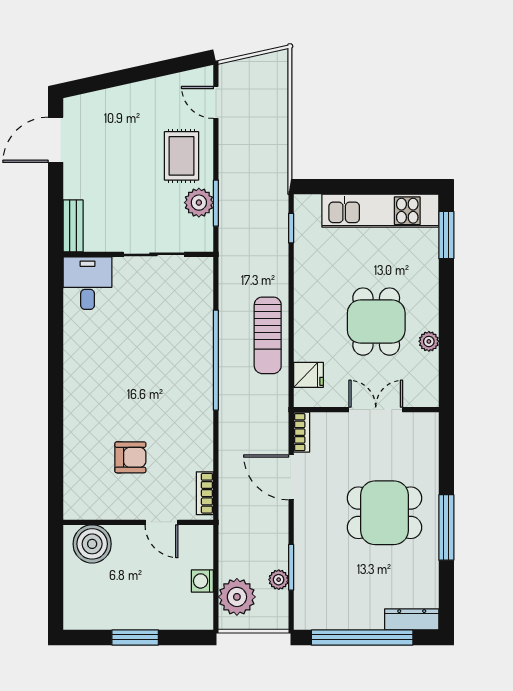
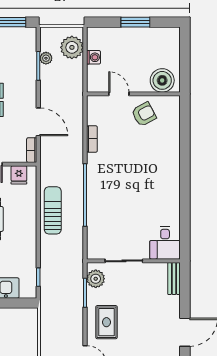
plant: (199, 203) -> (96, 279), moved
fridge: (308, 375) -> (19, 175), moved, turned -90
armchair: (130, 457) -> (144, 114), moved, turned 152
bookcase: (205, 493) -> (92, 139), moved

